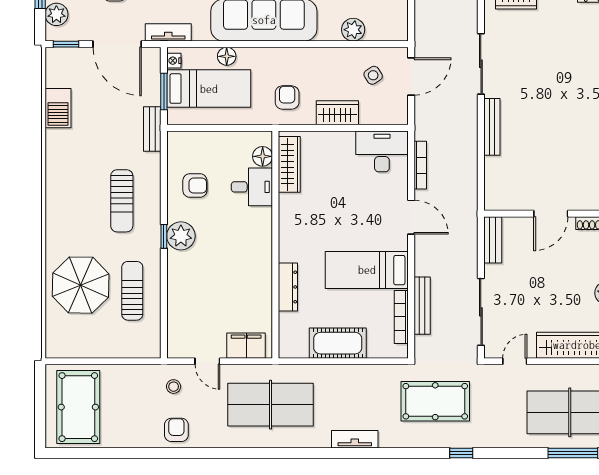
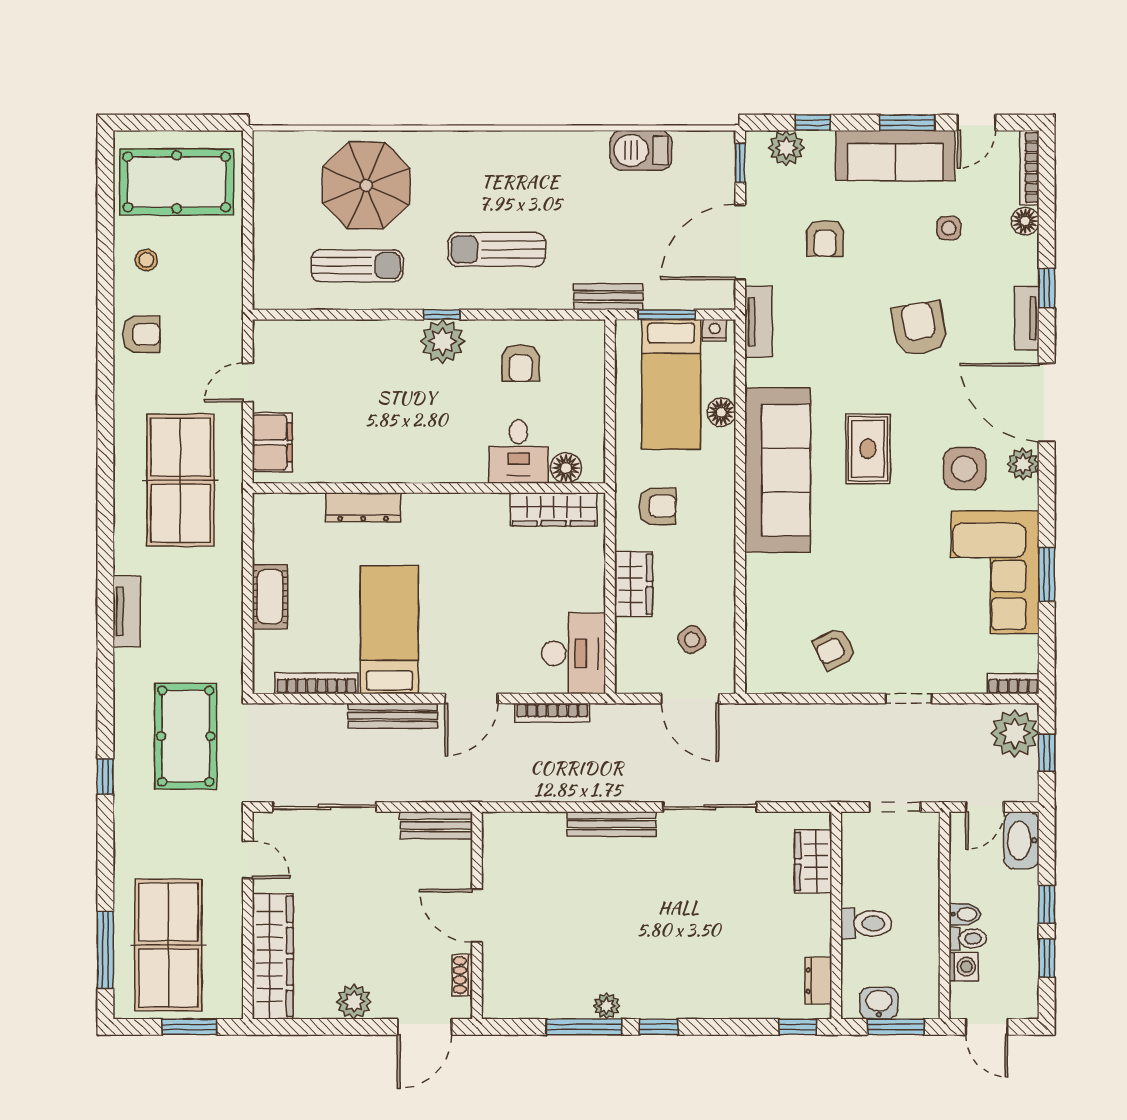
plant: (353, 30) -> (763, 609), removed
bench: (422, 306) -> (393, 716), moved
cot: (338, 343) -> (270, 597), width x0.73, depth x0.75
stool: (174, 387) -> (146, 260), moved

